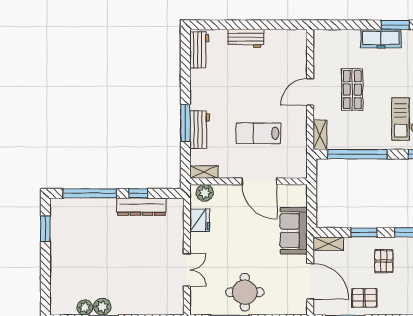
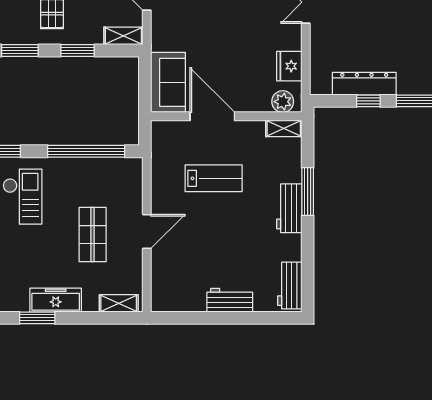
workbench: (200, 130) -> (289, 208), moved
shelving: (320, 135) -> (119, 303), moved, turned 90
sofa: (294, 231) -> (168, 82), moved

